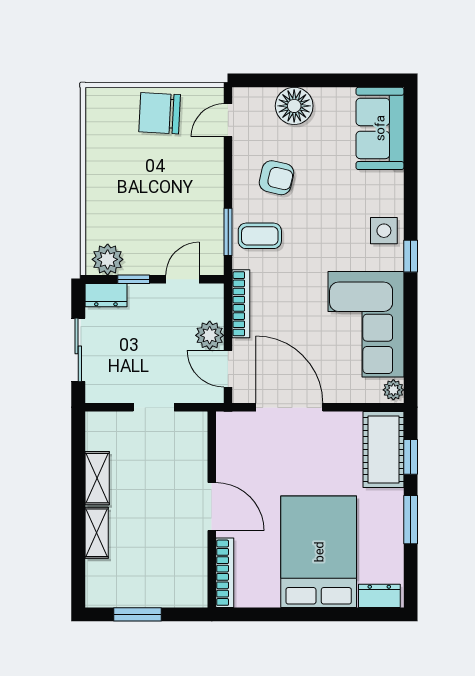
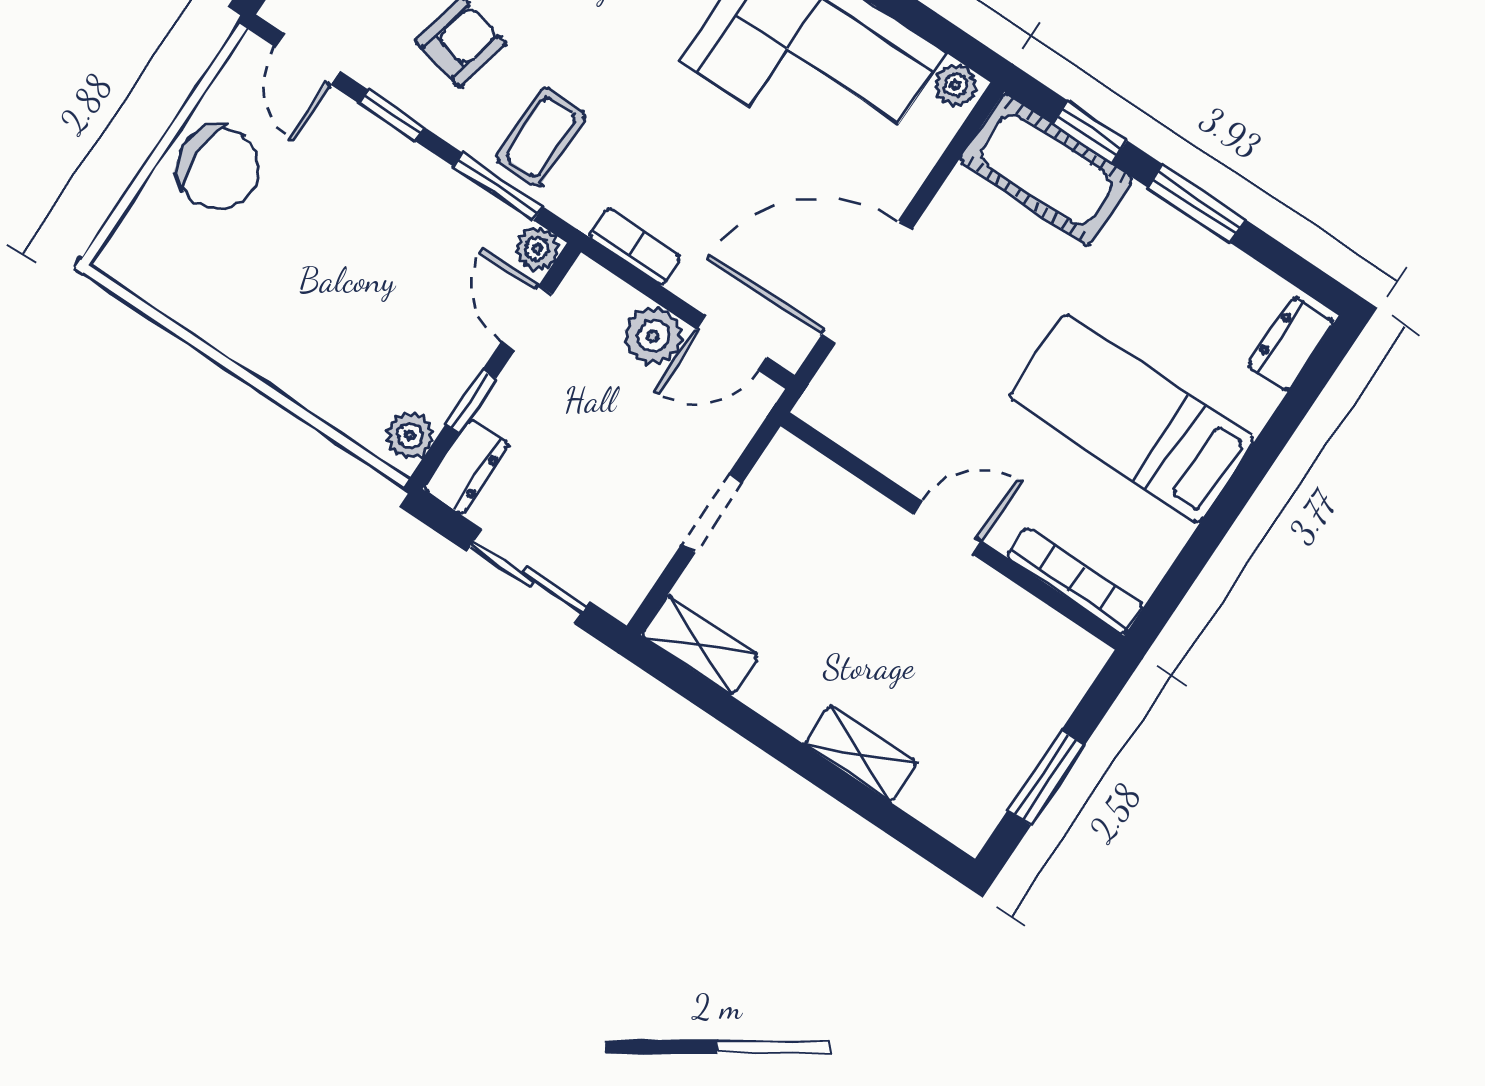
chair: (160, 113) -> (218, 168), turned -93
window: (228, 170) -> (392, 116), added
plant: (108, 259) -> (410, 436), width x0.73, depth x0.73
plant: (214, 265) -> (537, 249), added
bookcase: (241, 304) -> (635, 247), width x0.64
shelving: (97, 478) -> (700, 645), moved
door: (212, 507) -> (947, 528), width x0.73
bed: (319, 552) -> (1132, 418), width x0.67

